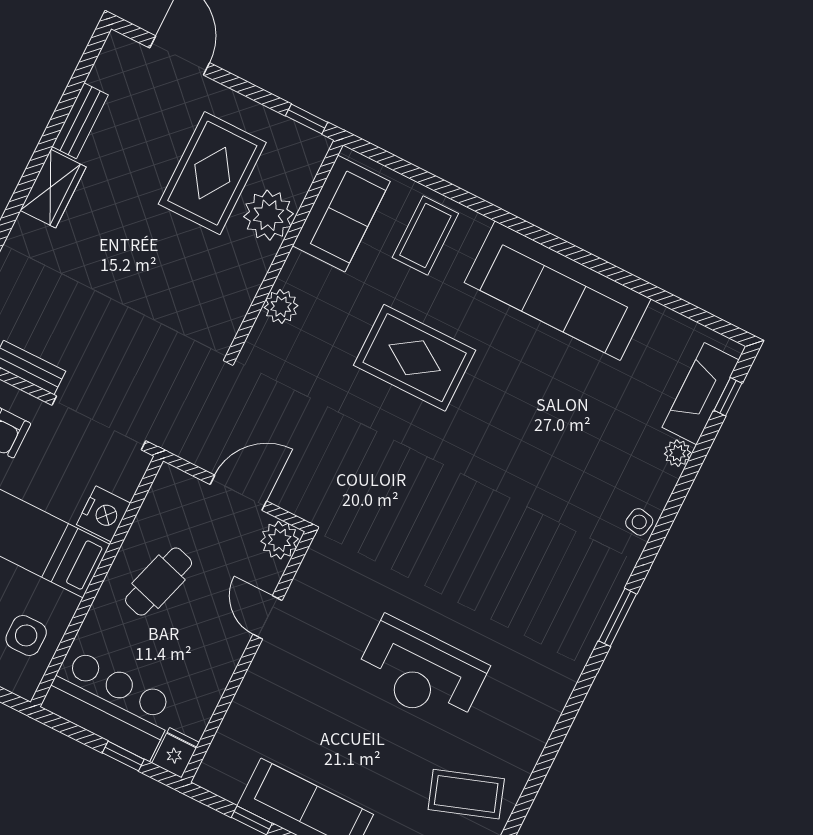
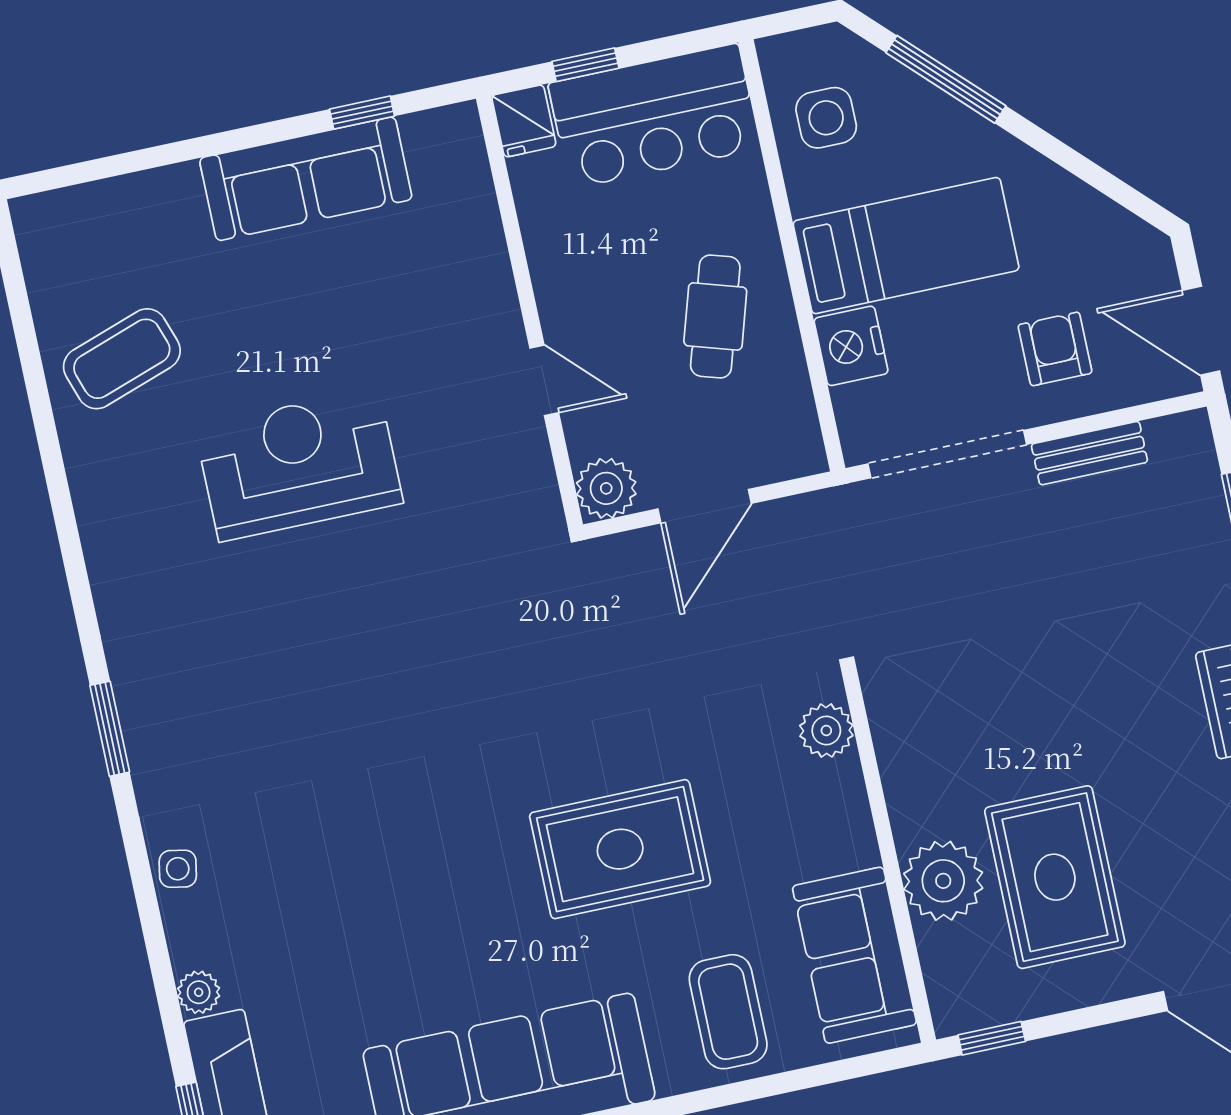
plant: (281, 307) -> (826, 731), moved

